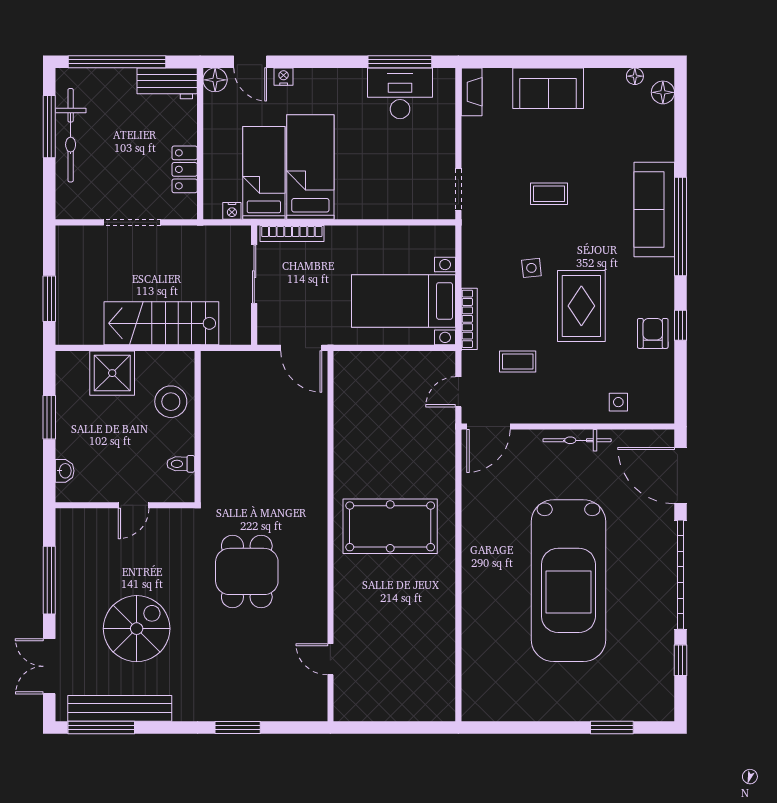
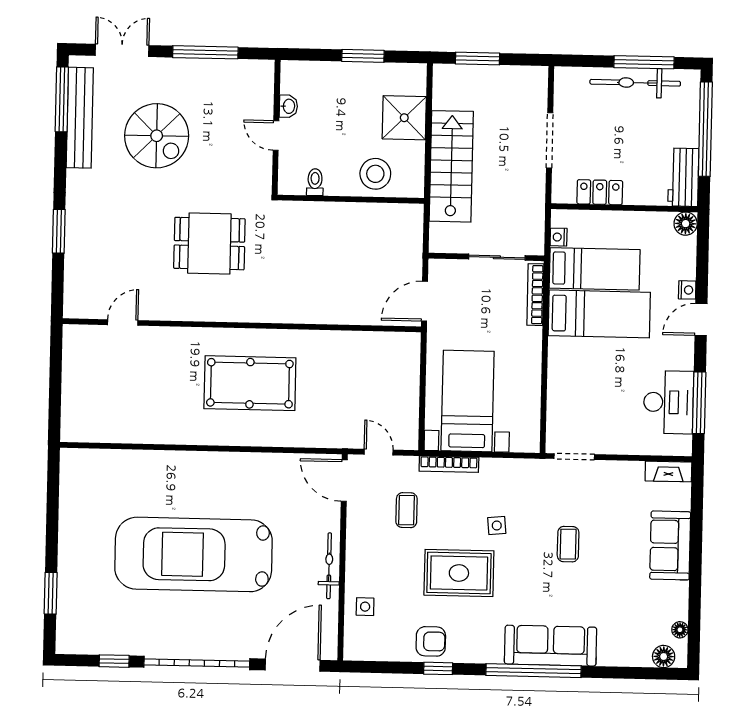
door: (250, 62) -> (701, 319), moved
washbasin: (65, 471) -> (288, 106), moved, turned -90
pool table: (390, 526) -> (250, 383), turned 90

